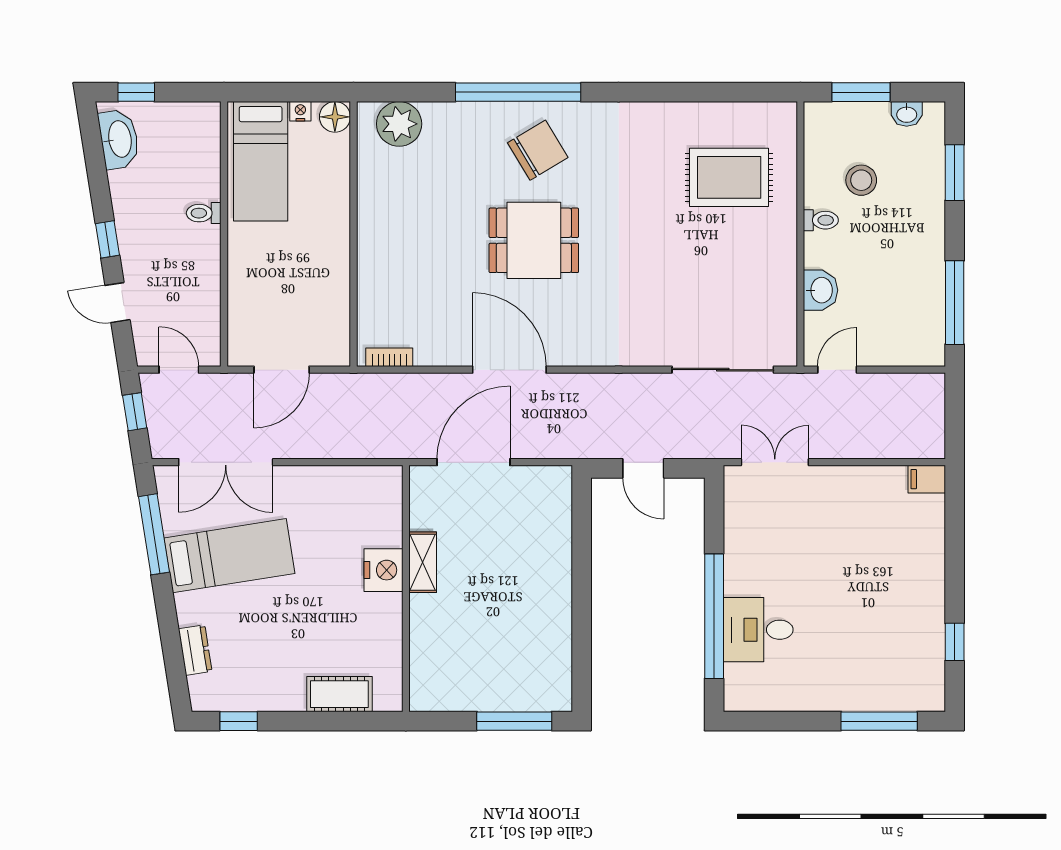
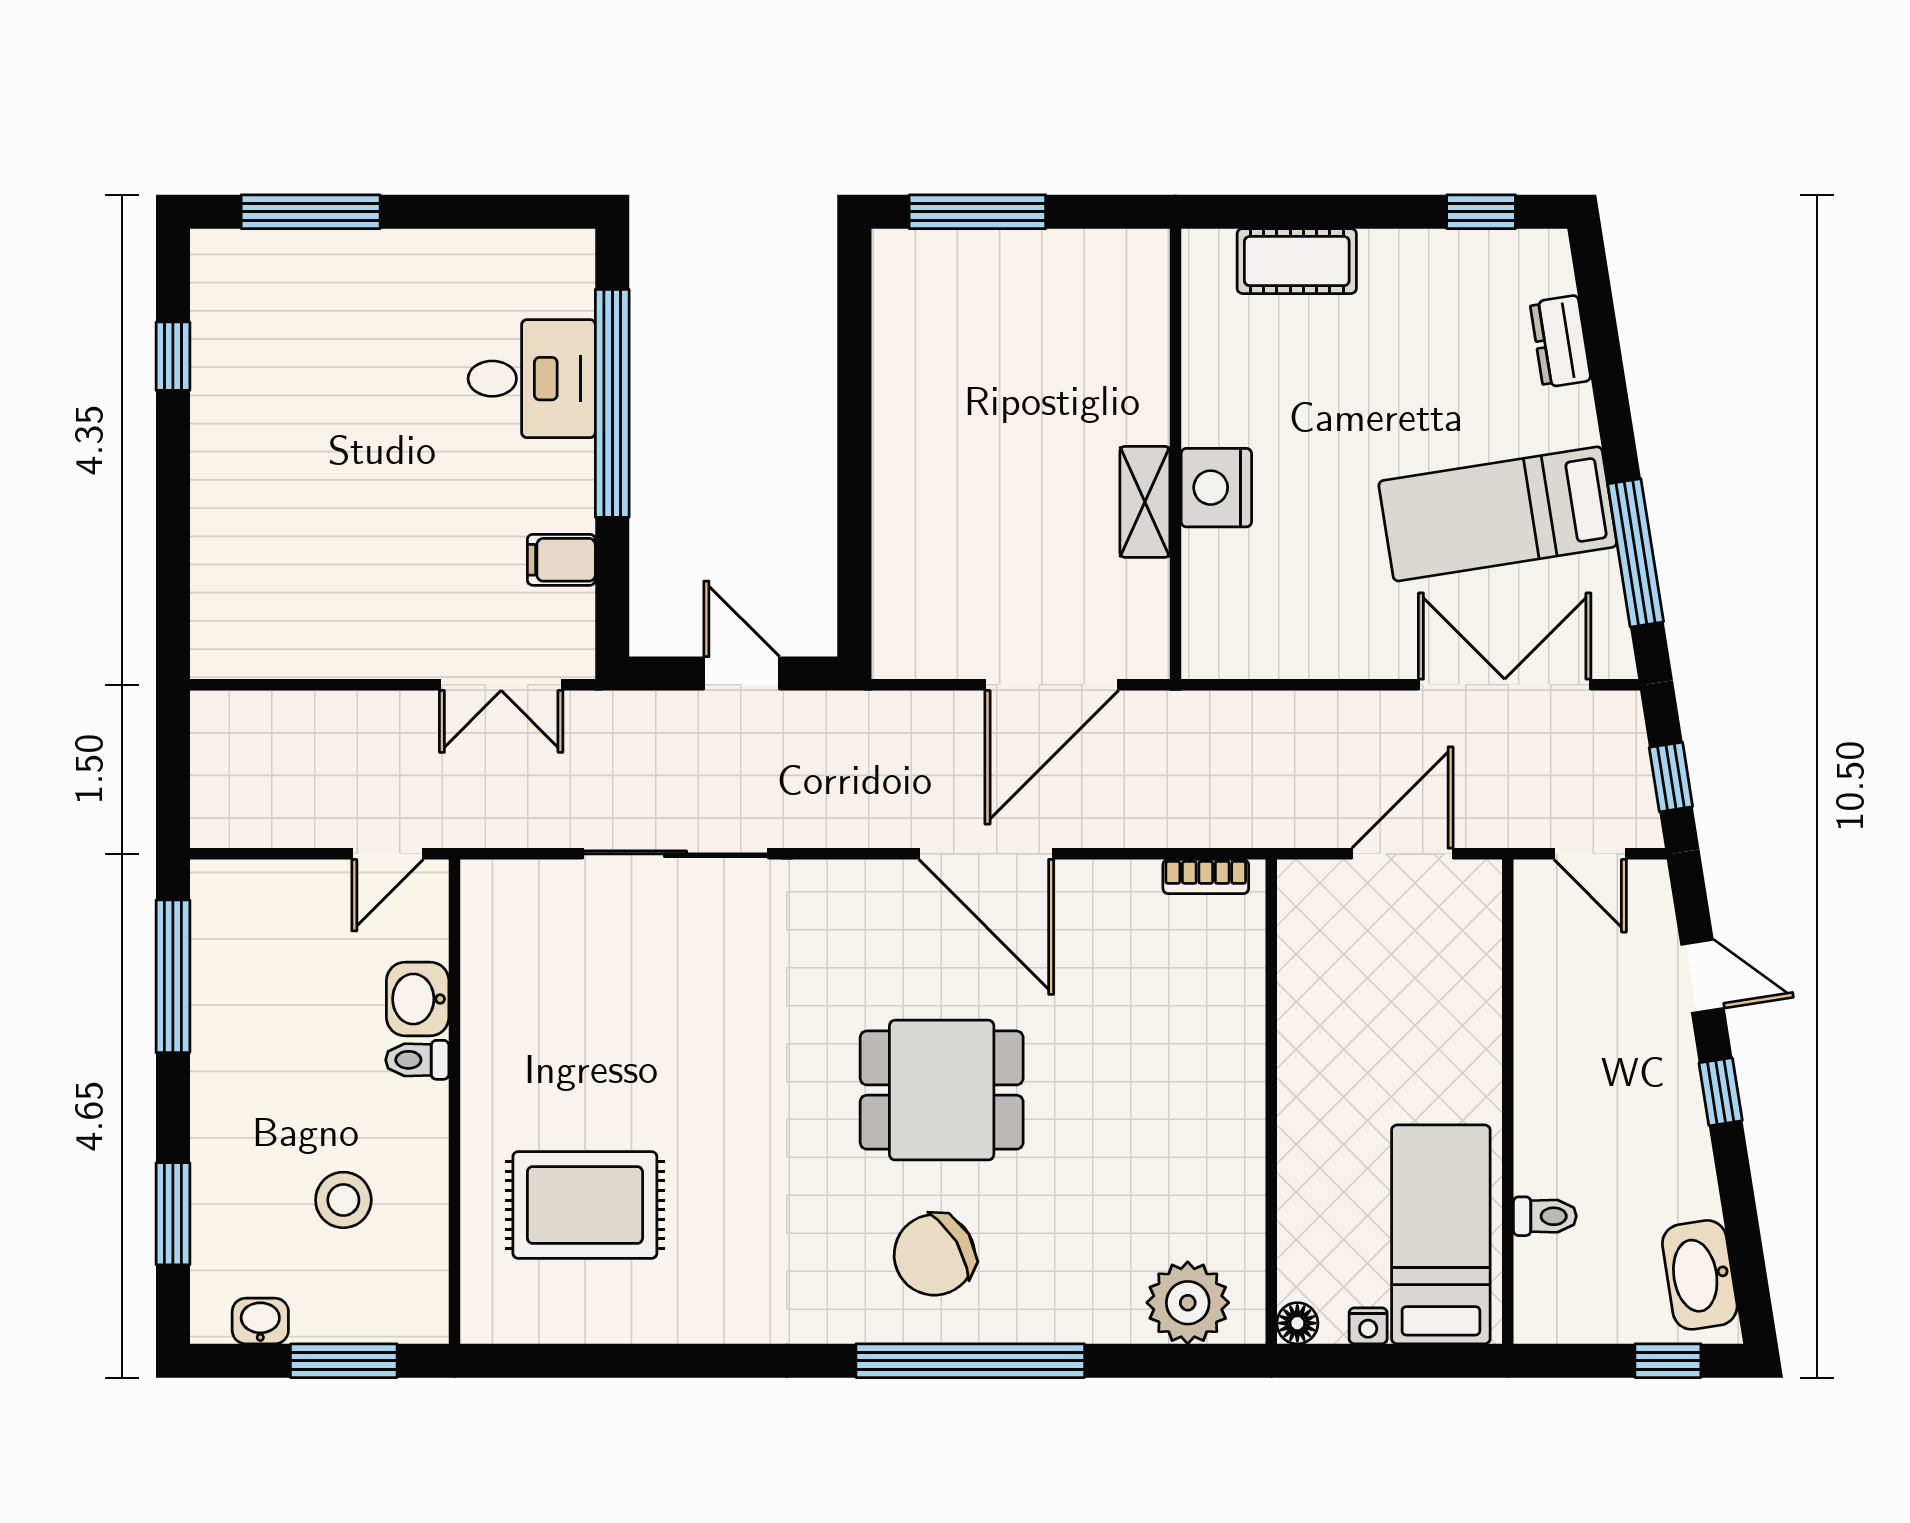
floor lamp: (335, 117) -> (1297, 1323), width x0.73, depth x0.73
toilet: (204, 213) -> (1545, 1216), moved
toilet: (821, 220) -> (417, 1060), moved
sliding door: (723, 370) -> (675, 854), moved
filing cabinet: (927, 479) -> (561, 560), moved, turned 180

